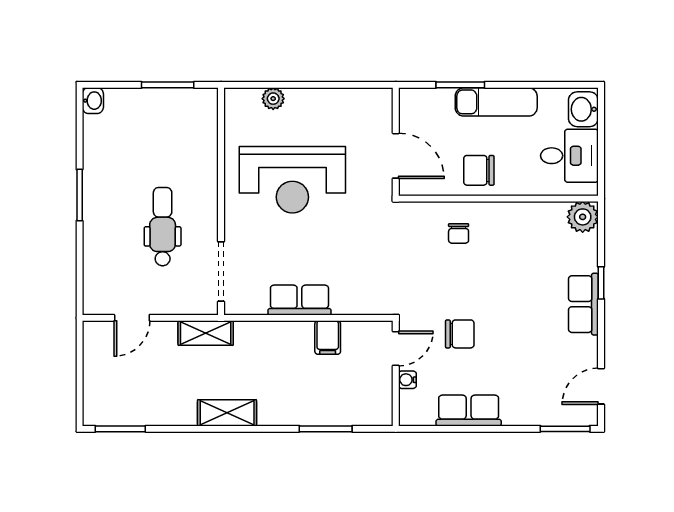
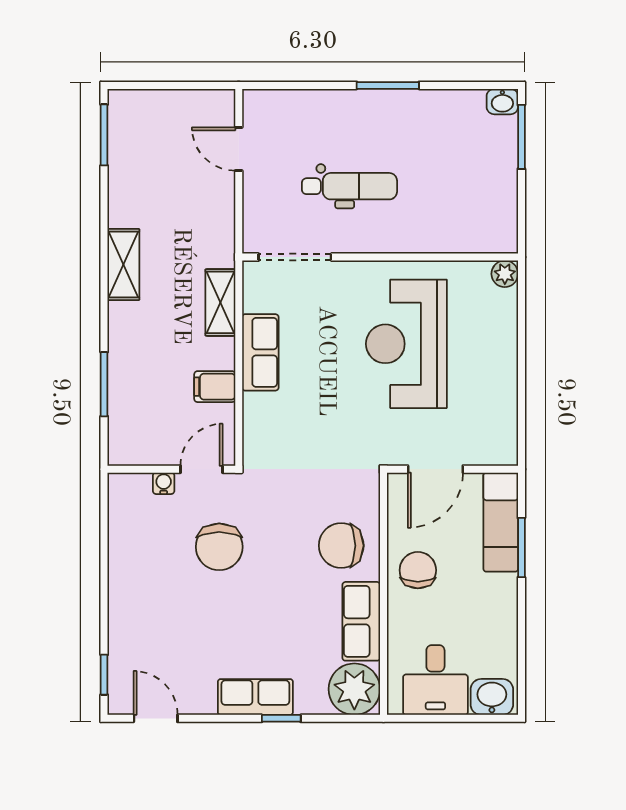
window: (168, 85) -> (521, 137), moved
plant: (273, 99) -> (505, 274), moved
exam couch: (496, 102) -> (501, 522), moved
plant: (583, 217) -> (354, 689), width x1.36, depth x1.36
chair: (459, 233) -> (341, 546), width x1.87, depth x1.87
shelving: (206, 333) -> (220, 302), moved
chair: (460, 334) -> (219, 547), width x1.37, depth x1.37
door: (396, 349) -> (201, 469), swing flipped
row of seats: (469, 410) -> (361, 621), moved, turned 180
window: (565, 429) -> (104, 675), width x0.67

